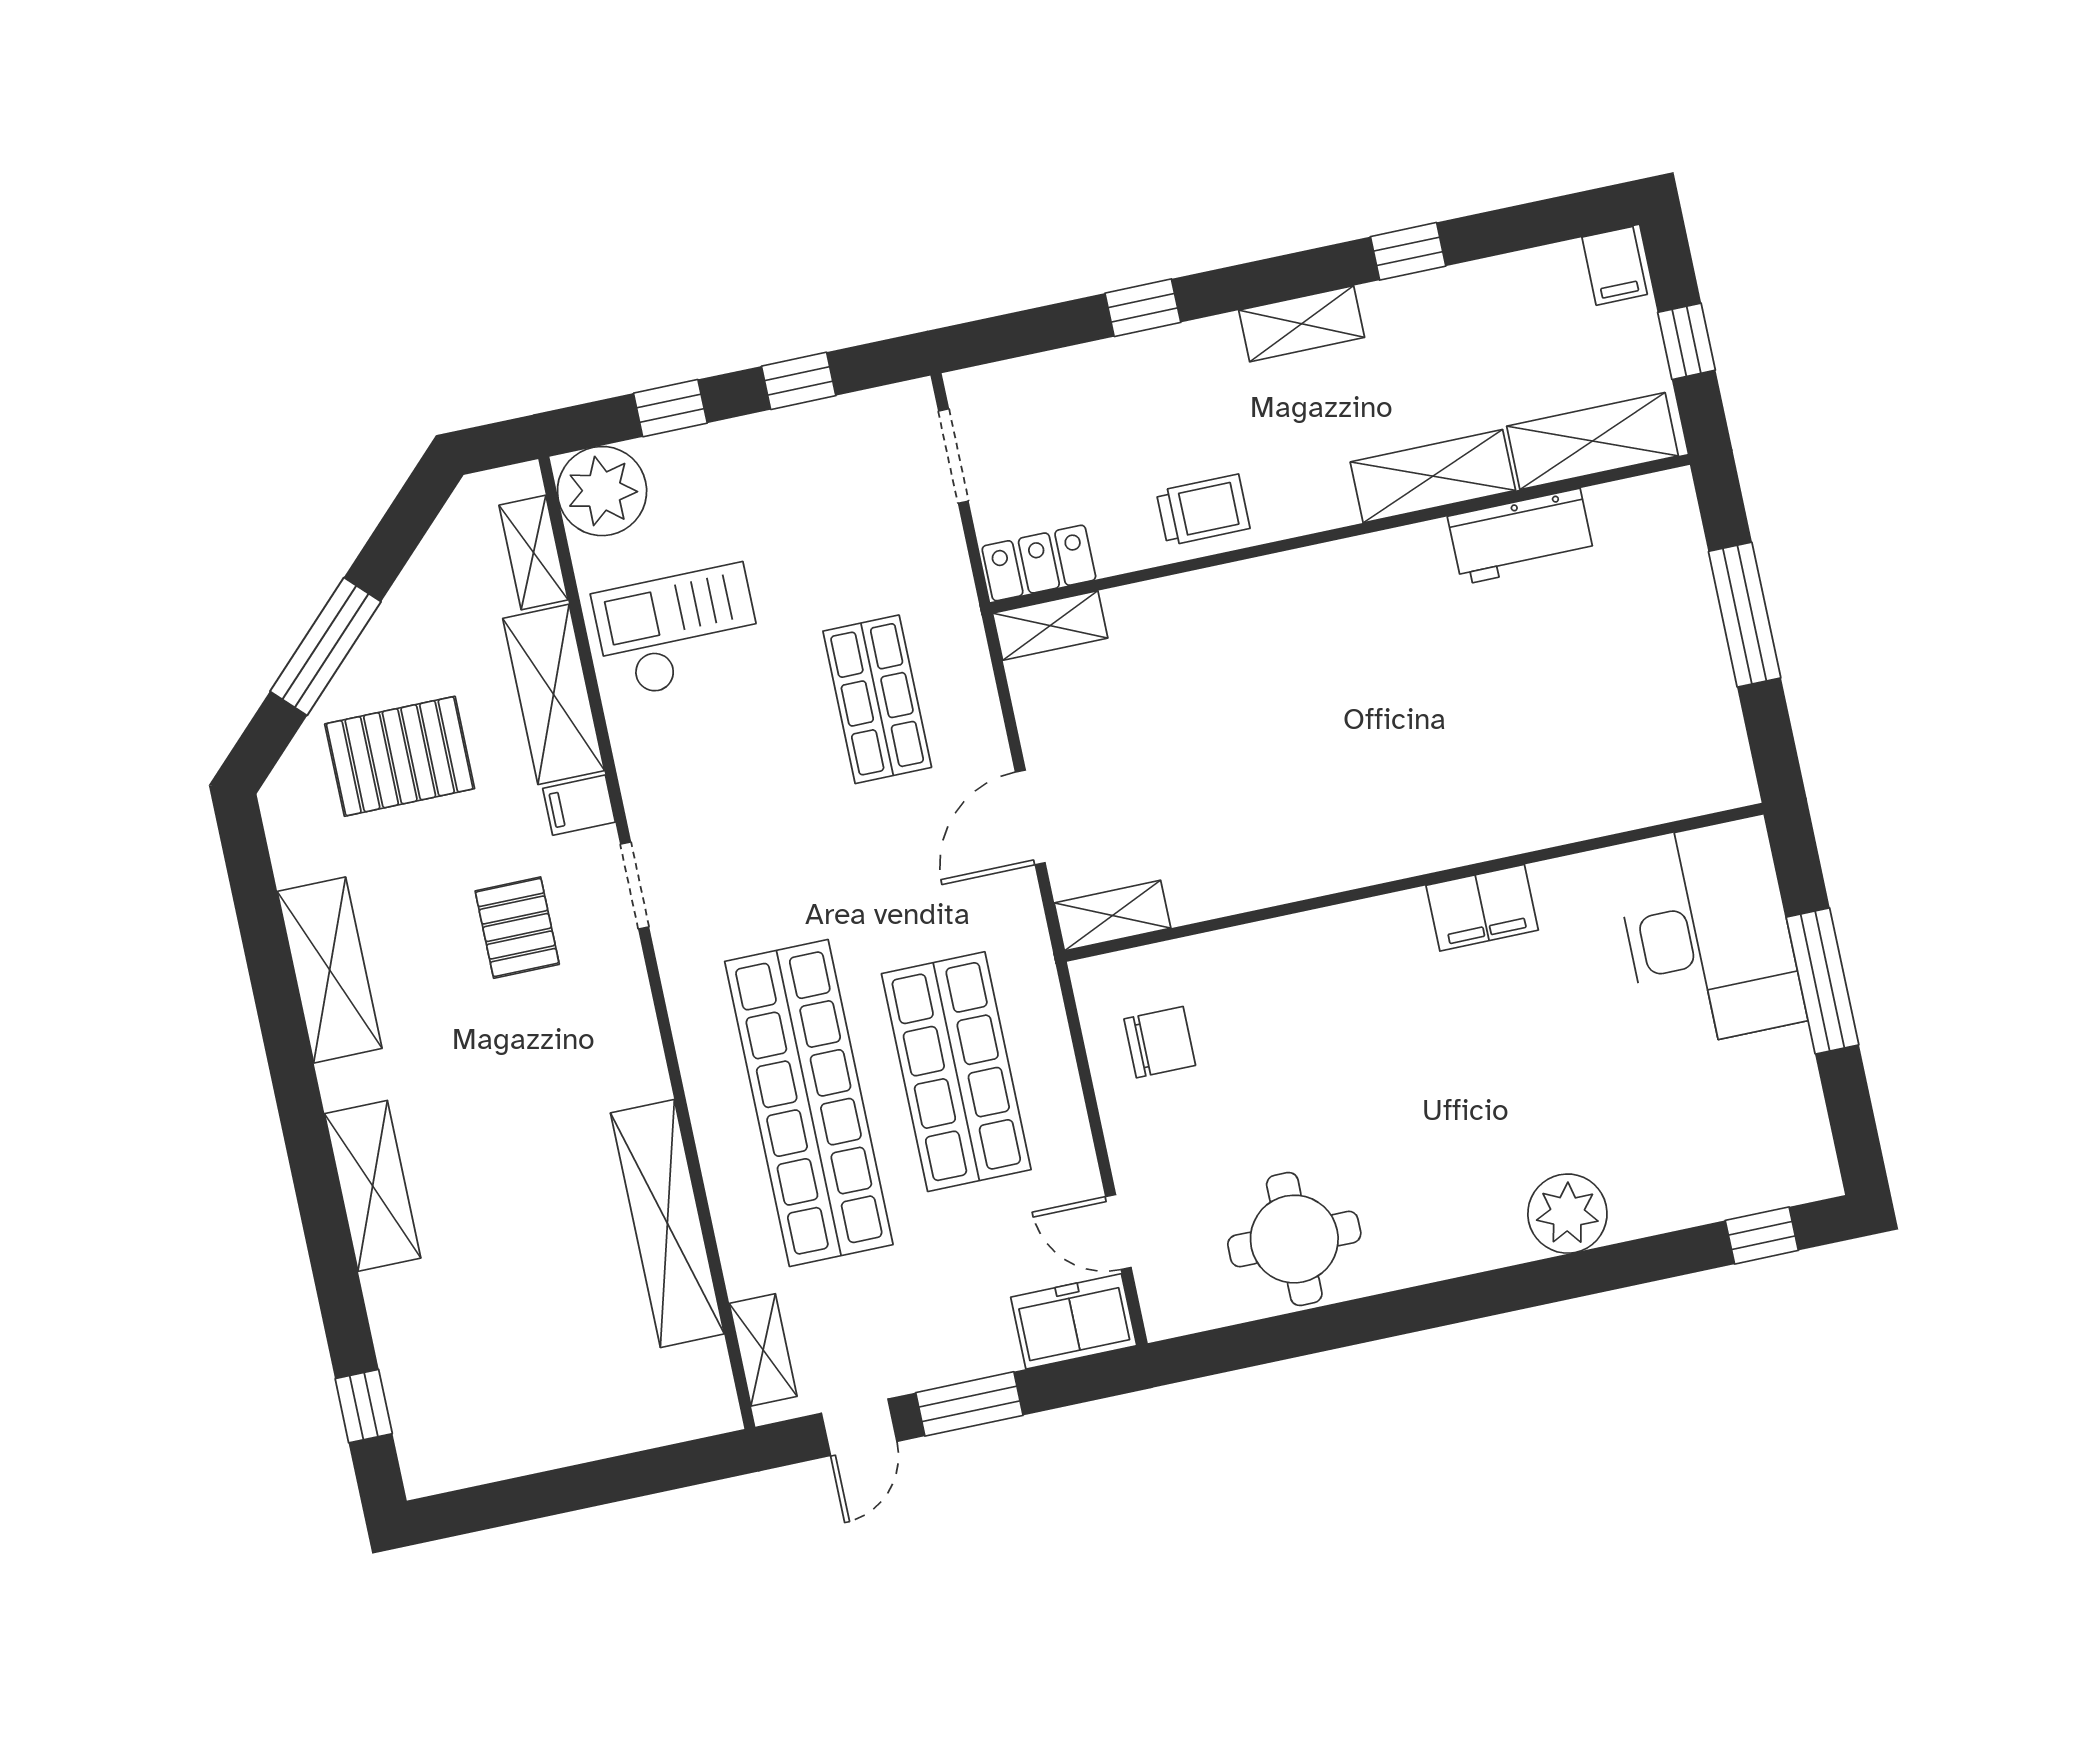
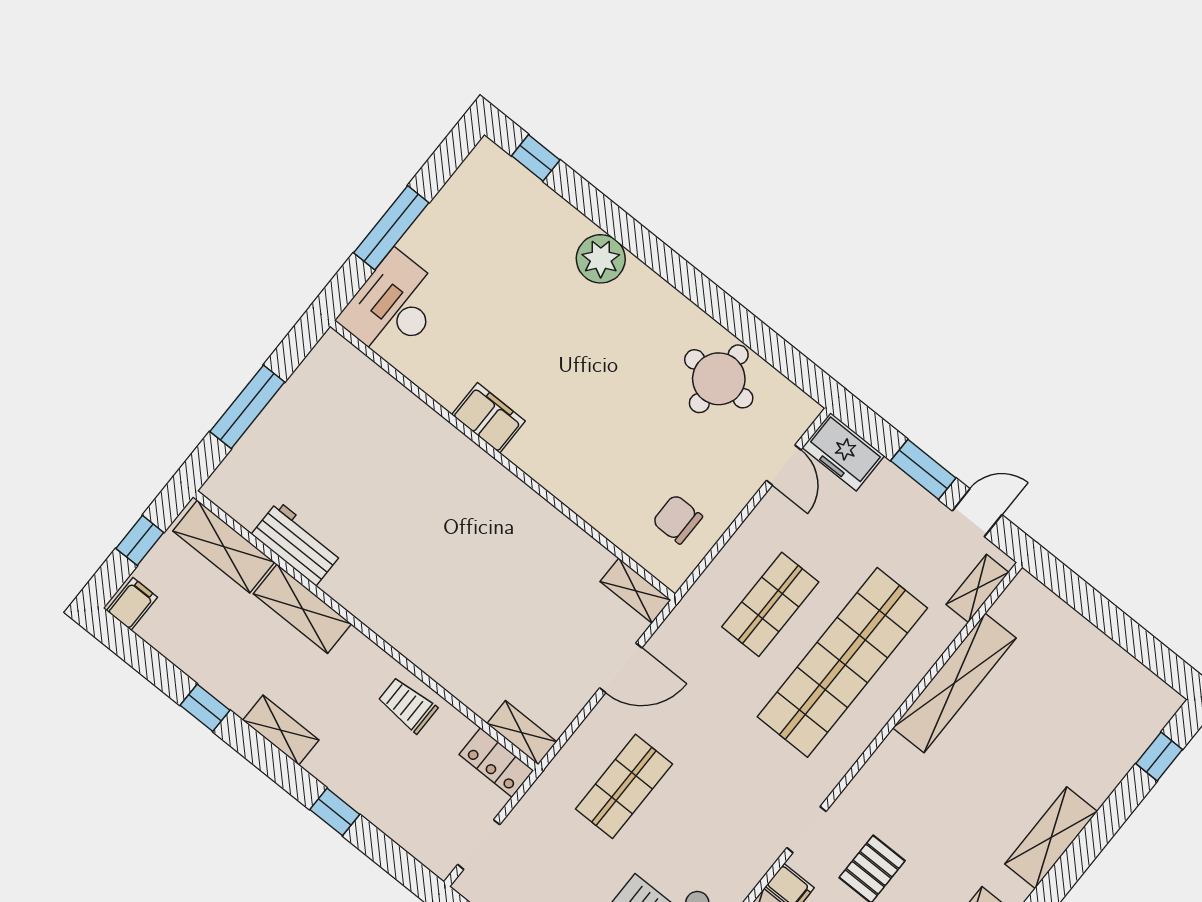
desk: (1709, 934) -> (393, 307), width x0.73, depth x0.77
shop shelf: (956, 1072) -> (770, 604), width x0.70, depth x0.74

